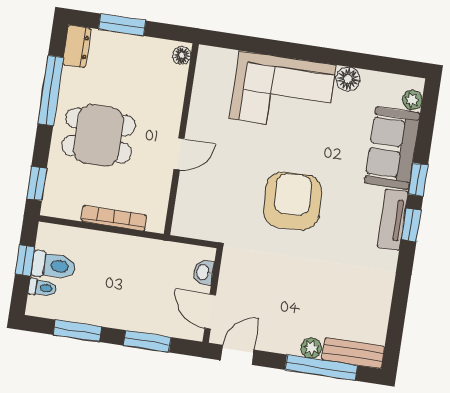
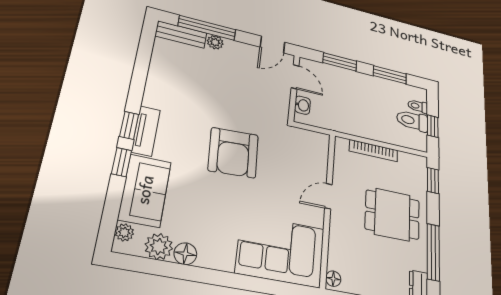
plant: (376, 86) -> (159, 246), added
corner sofa: (283, 92) -> (281, 251), moved

